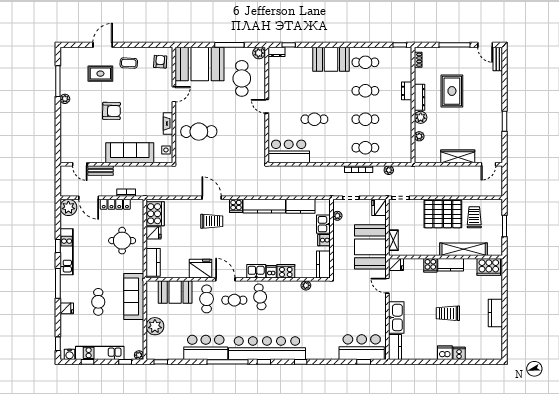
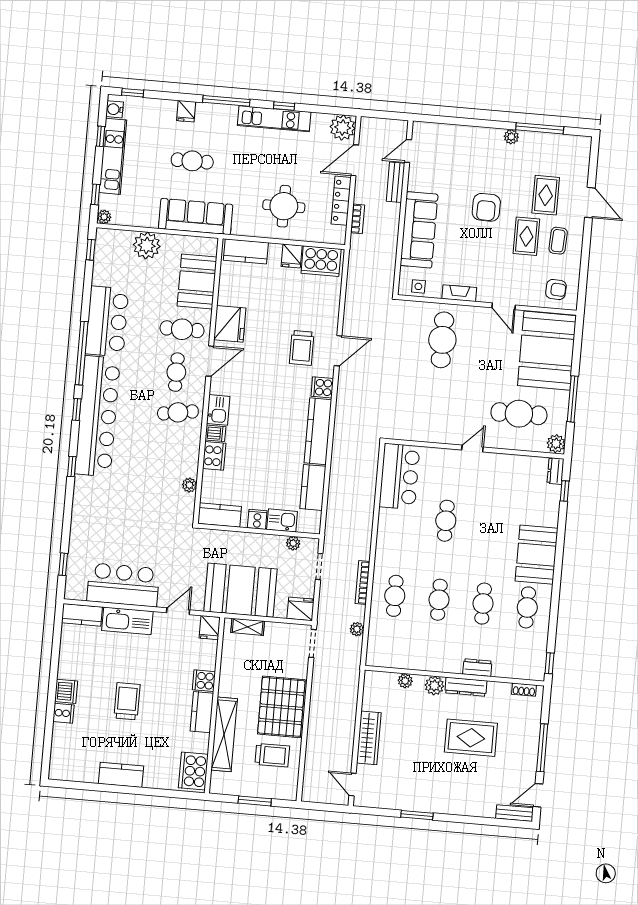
rug: (128, 84) -> (526, 236), added
bar counter: (362, 347) -> (123, 585), moved, turned -90

